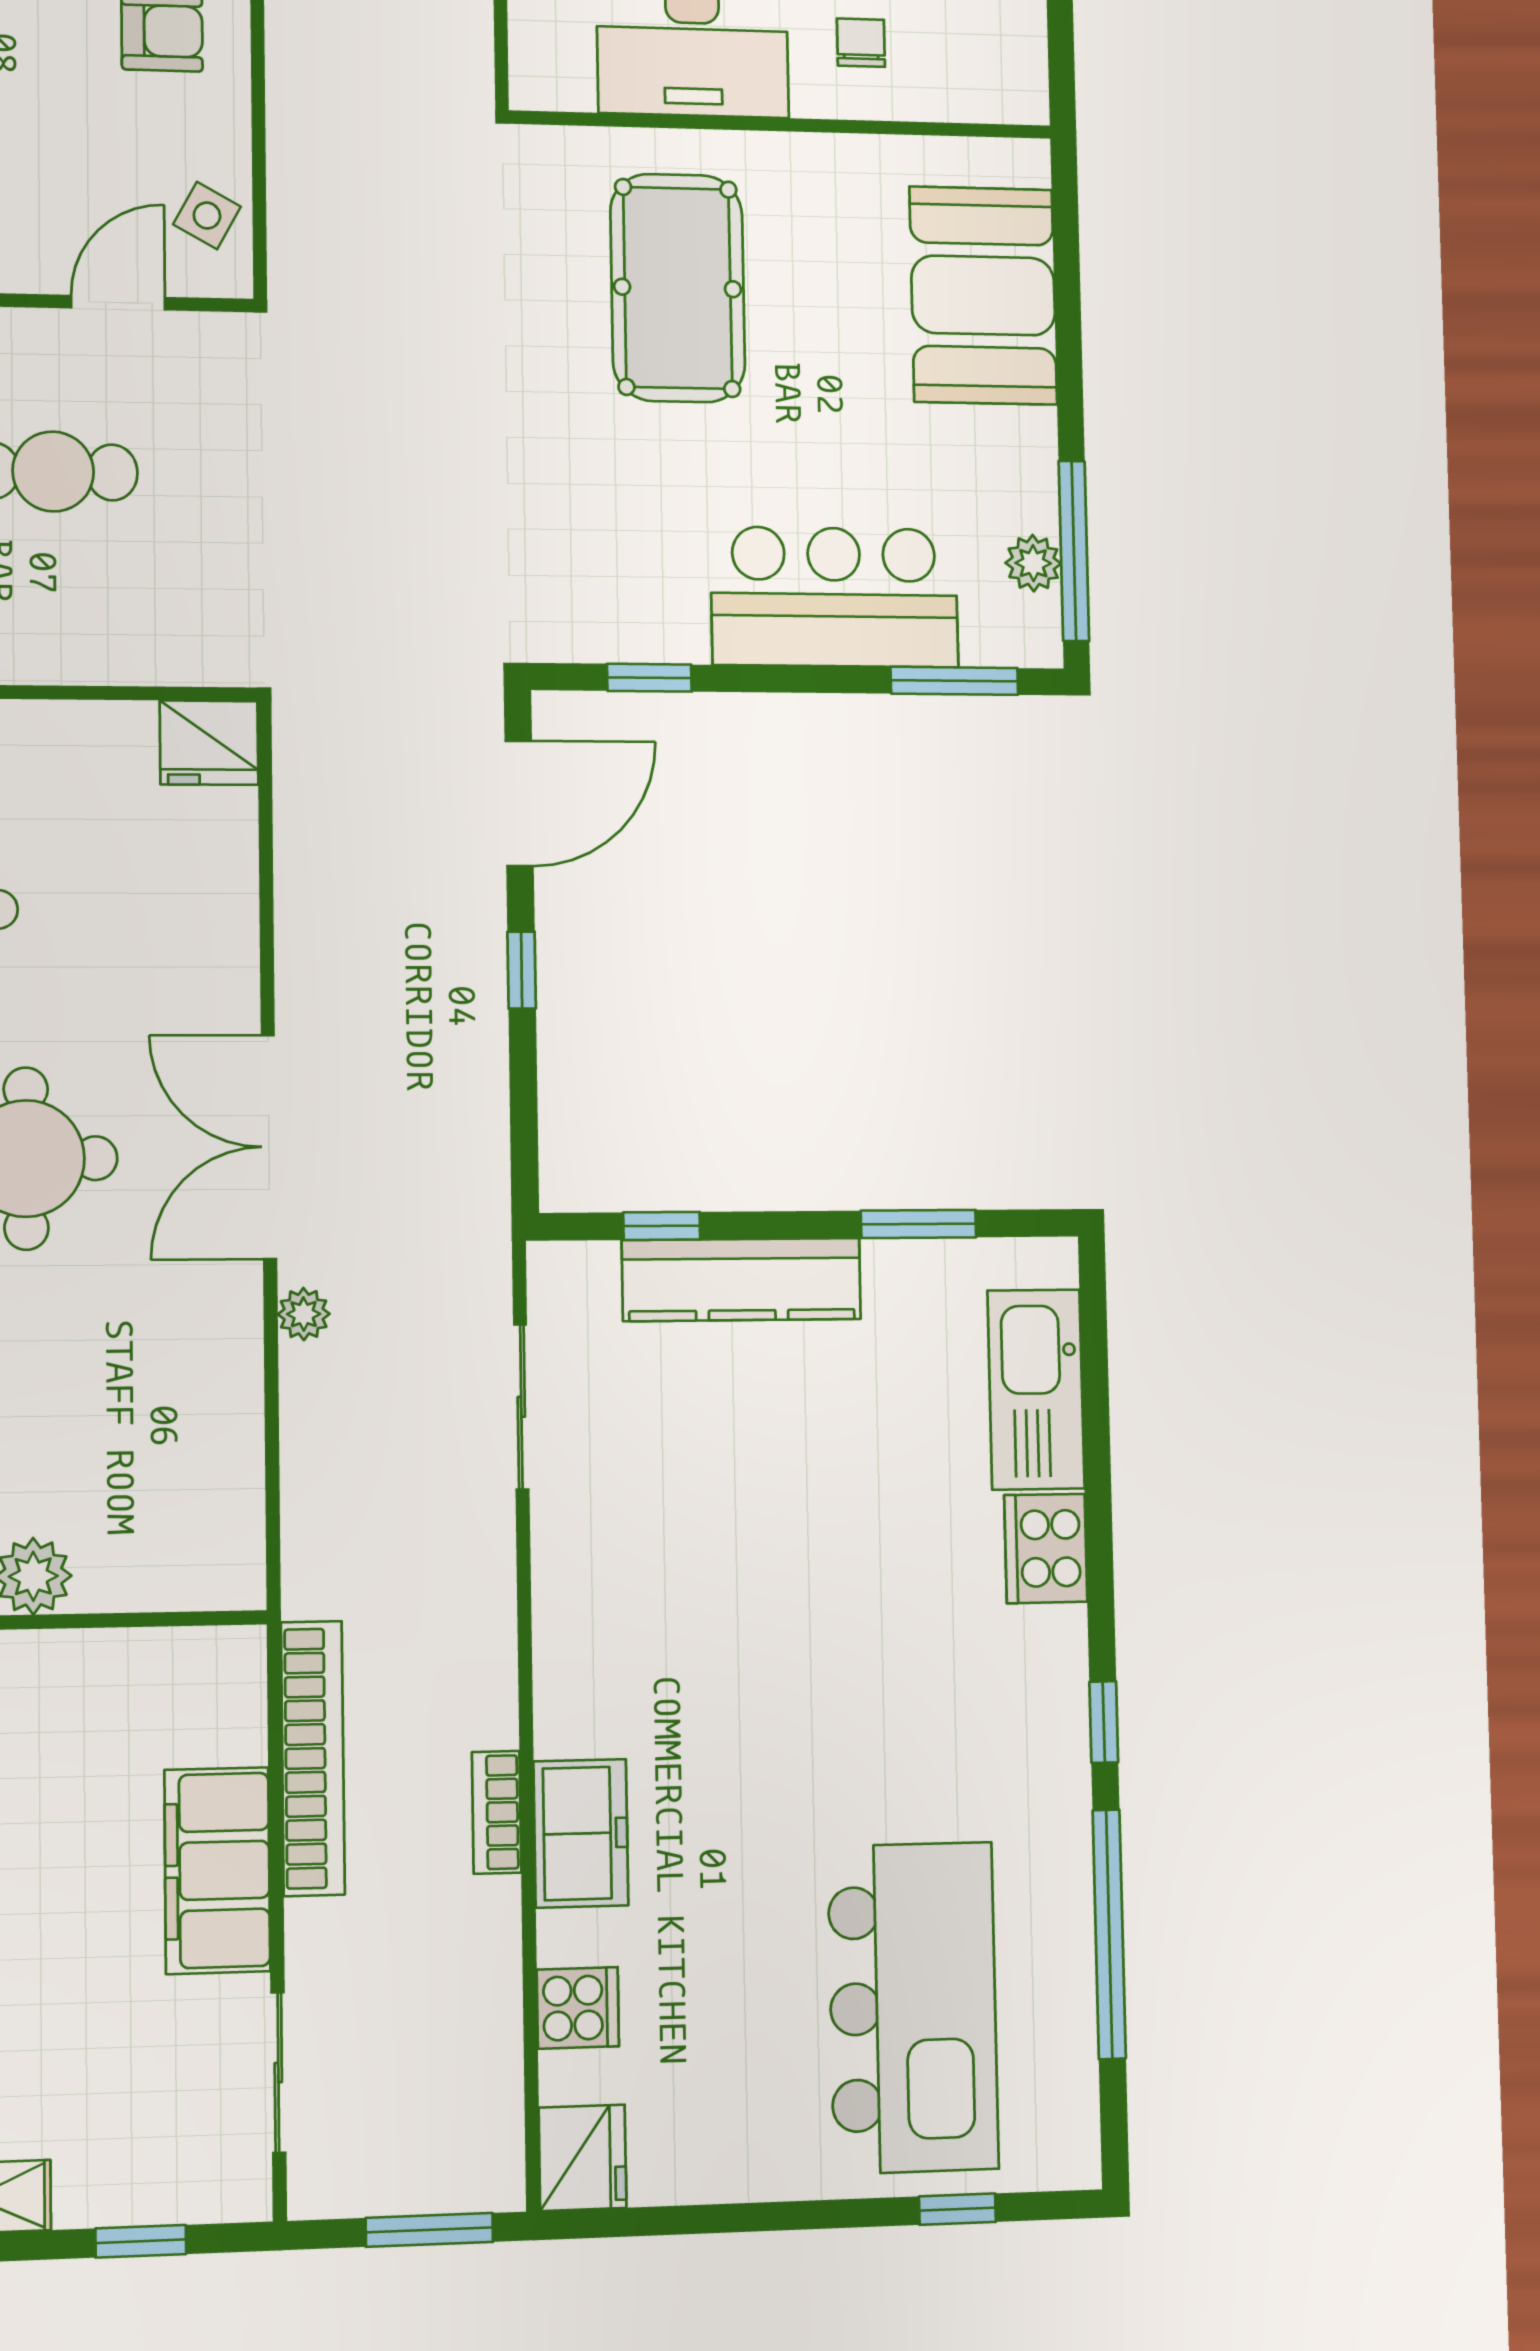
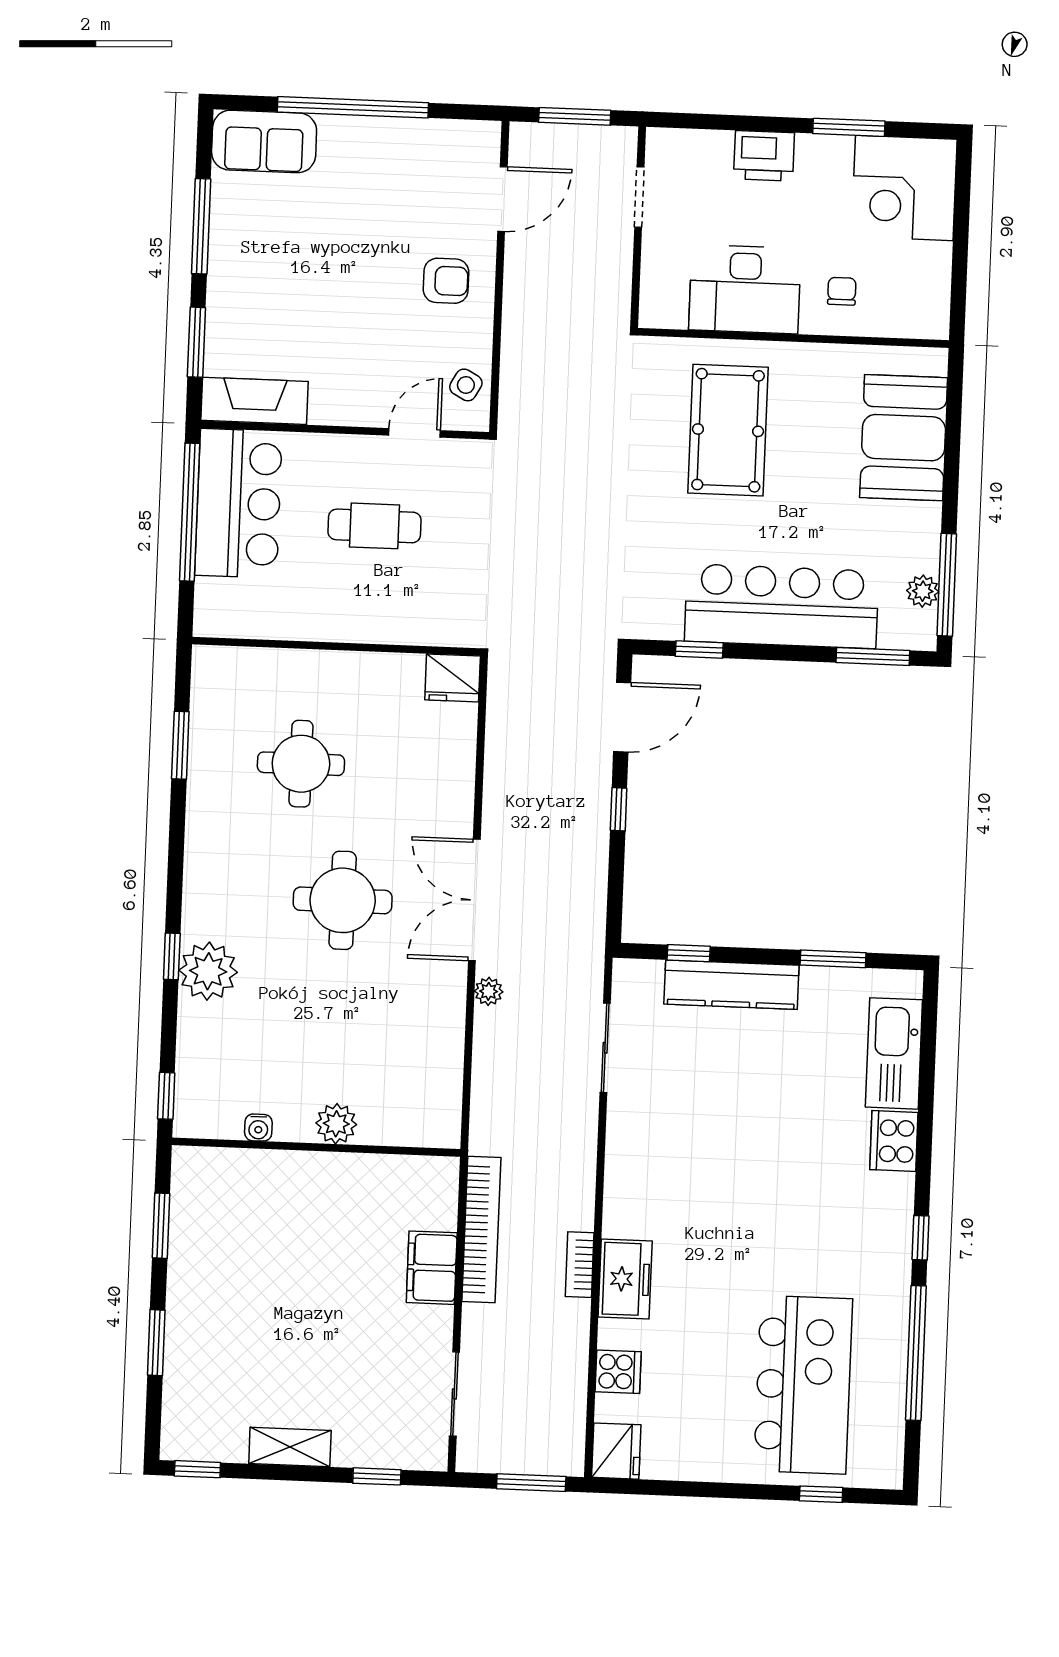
bar counter: (835, 597) -> (782, 606), width x1.36
filing cabinet: (217, 1871) -> (432, 1268), width x0.67, depth x0.86

